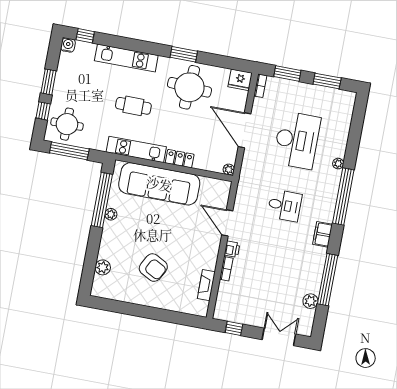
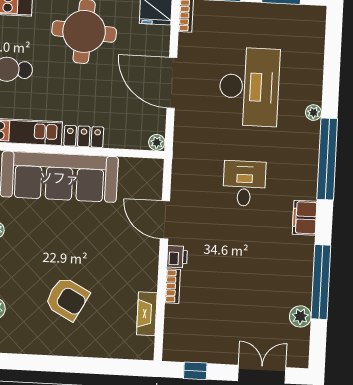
desk: (285, 205) -> (244, 183), turned -90

